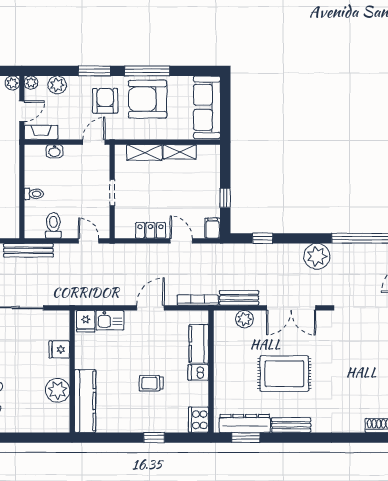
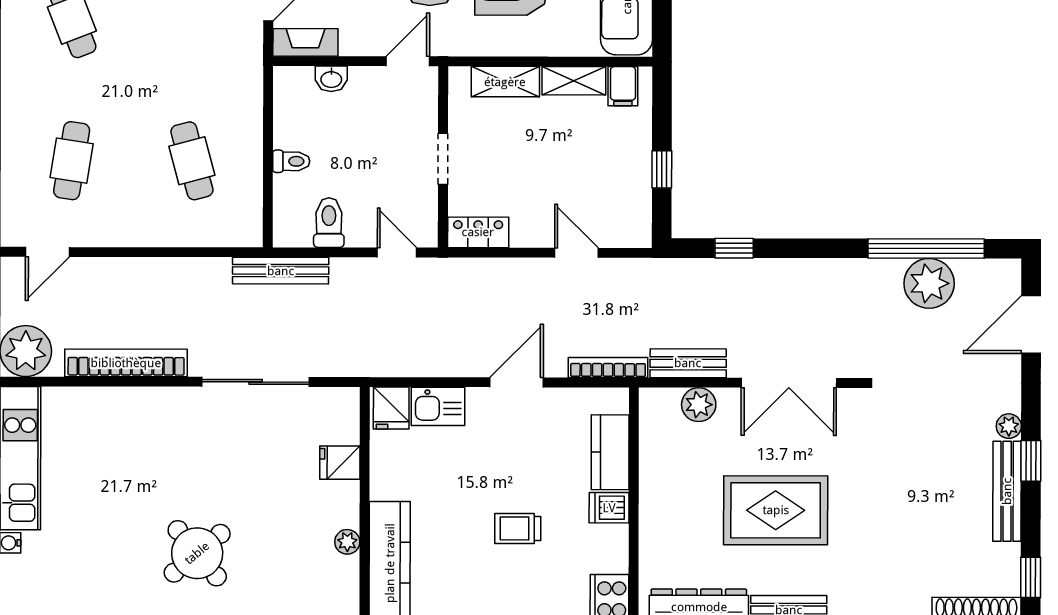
filing cabinet: (213, 228) -> (623, 86), moved, turned 180
locker: (150, 230) -> (478, 232), moved
plant: (317, 256) -> (929, 283), moved
plant: (58, 390) -> (347, 542), width x0.53, depth x0.53

